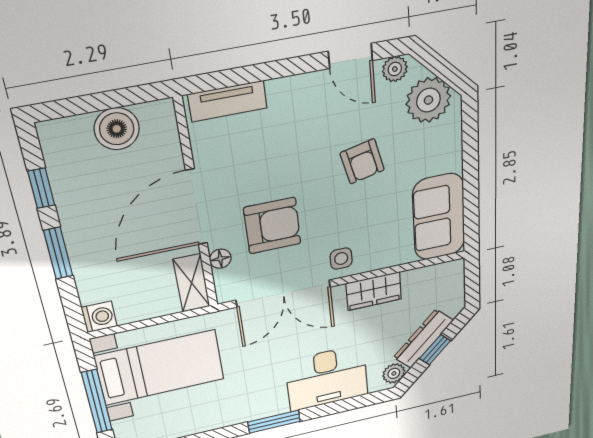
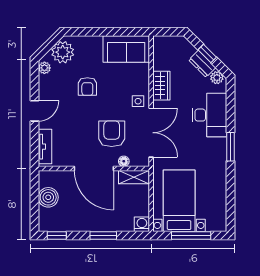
door: (350, 56) -> (34, 111), moved
armchair: (362, 161) -> (87, 86), turned 103
window: (41, 188) -> (57, 235), moved
dresser: (423, 339) -> (202, 64), width x0.70

